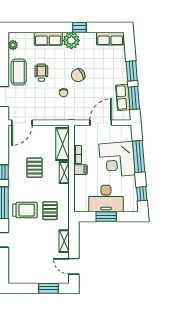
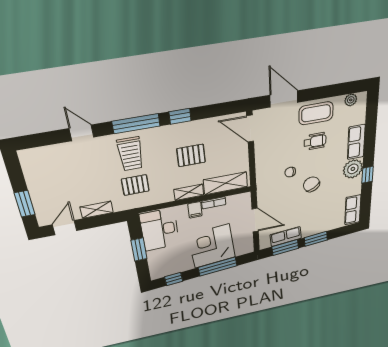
desk: (106, 198) -> (160, 230), moved

